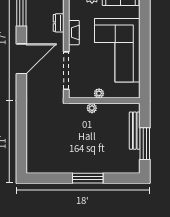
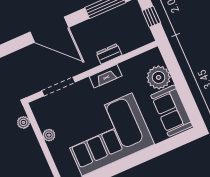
doorway: (66, 71) -> (59, 86), width x0.73
plant: (92, 108) -> (23, 122), moved

